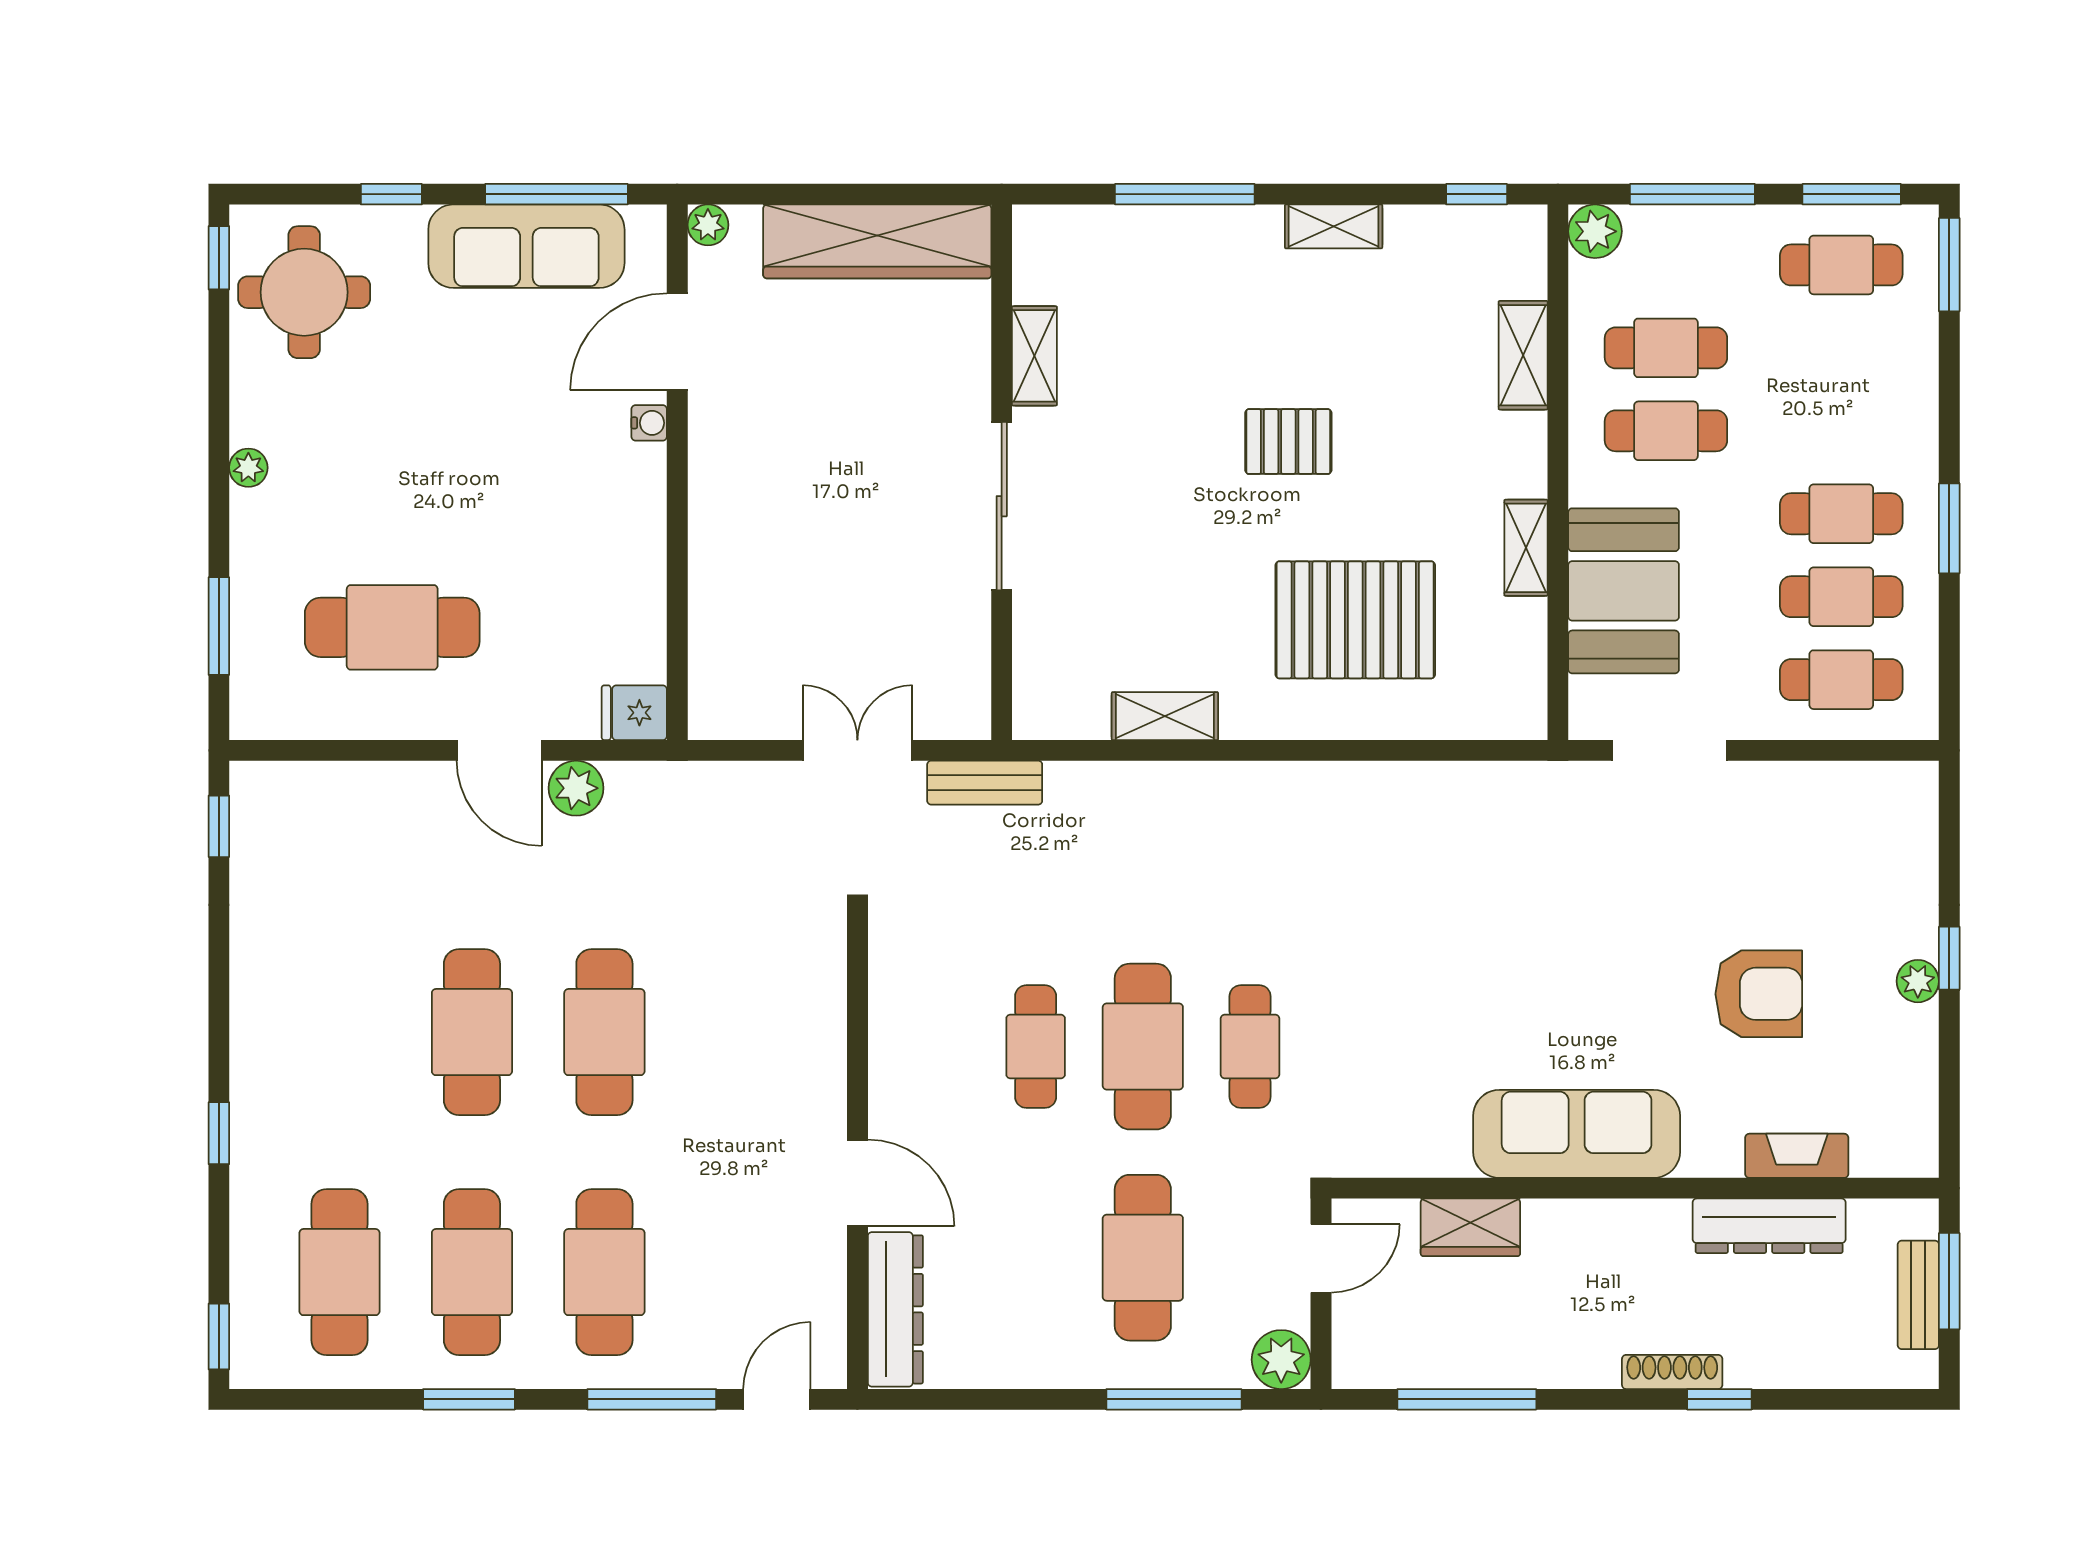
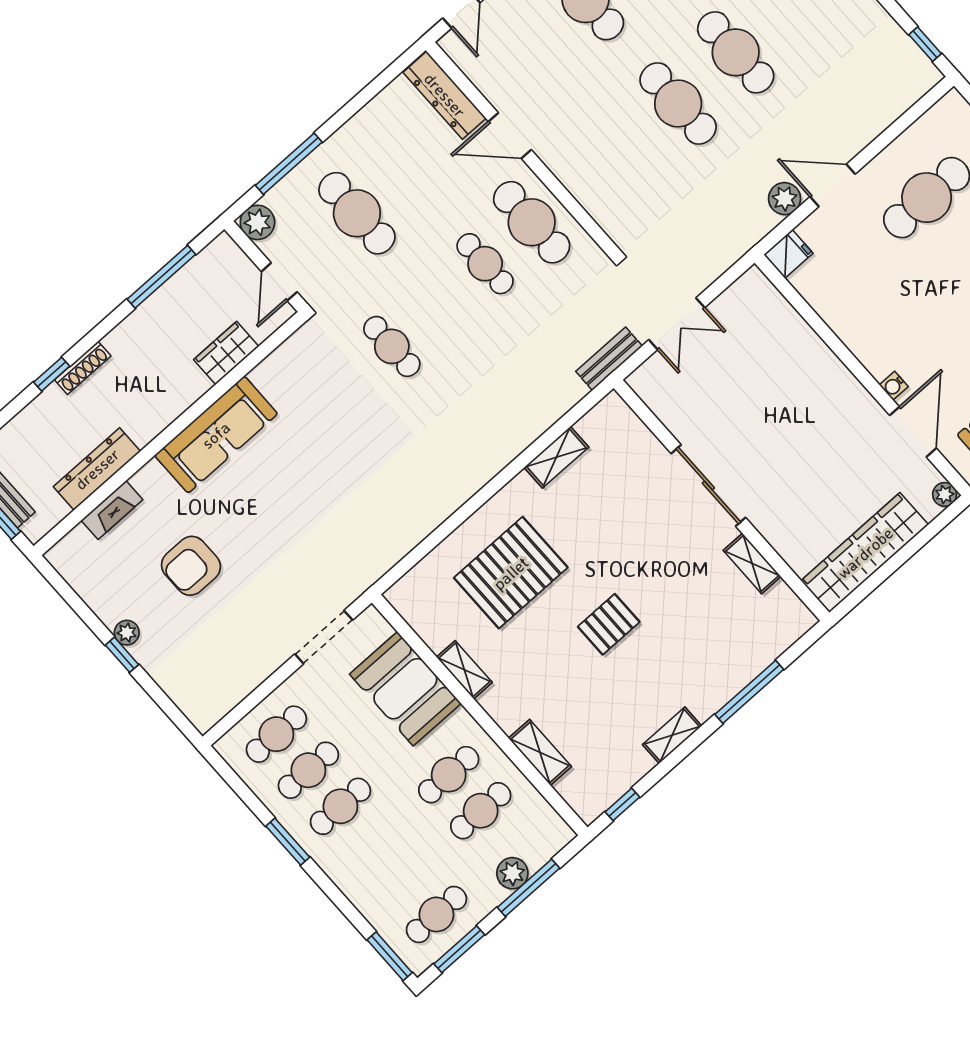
plant: (1595, 231) -> (512, 873), moved
cafe table: (1143, 1047) -> (532, 222), moved

